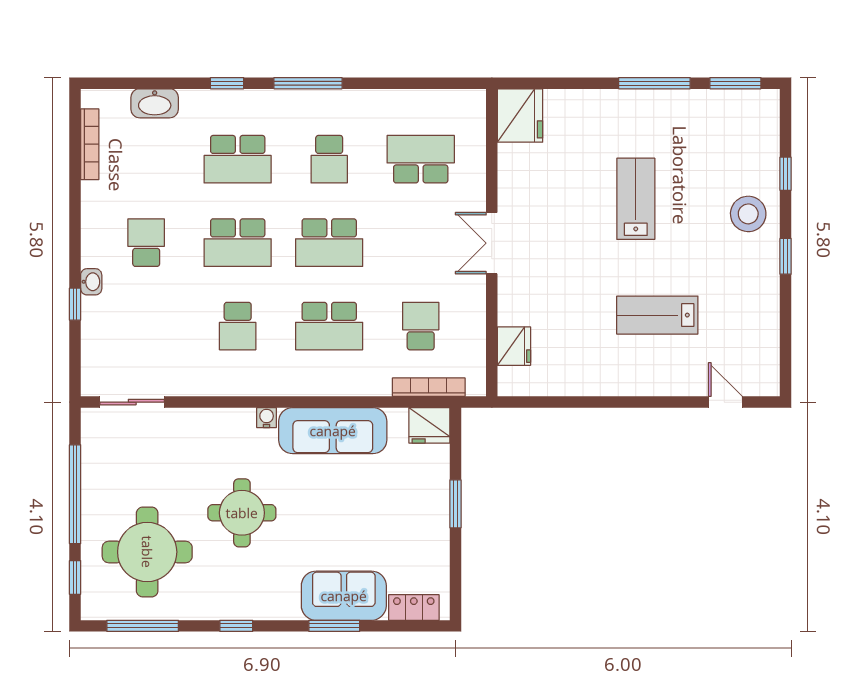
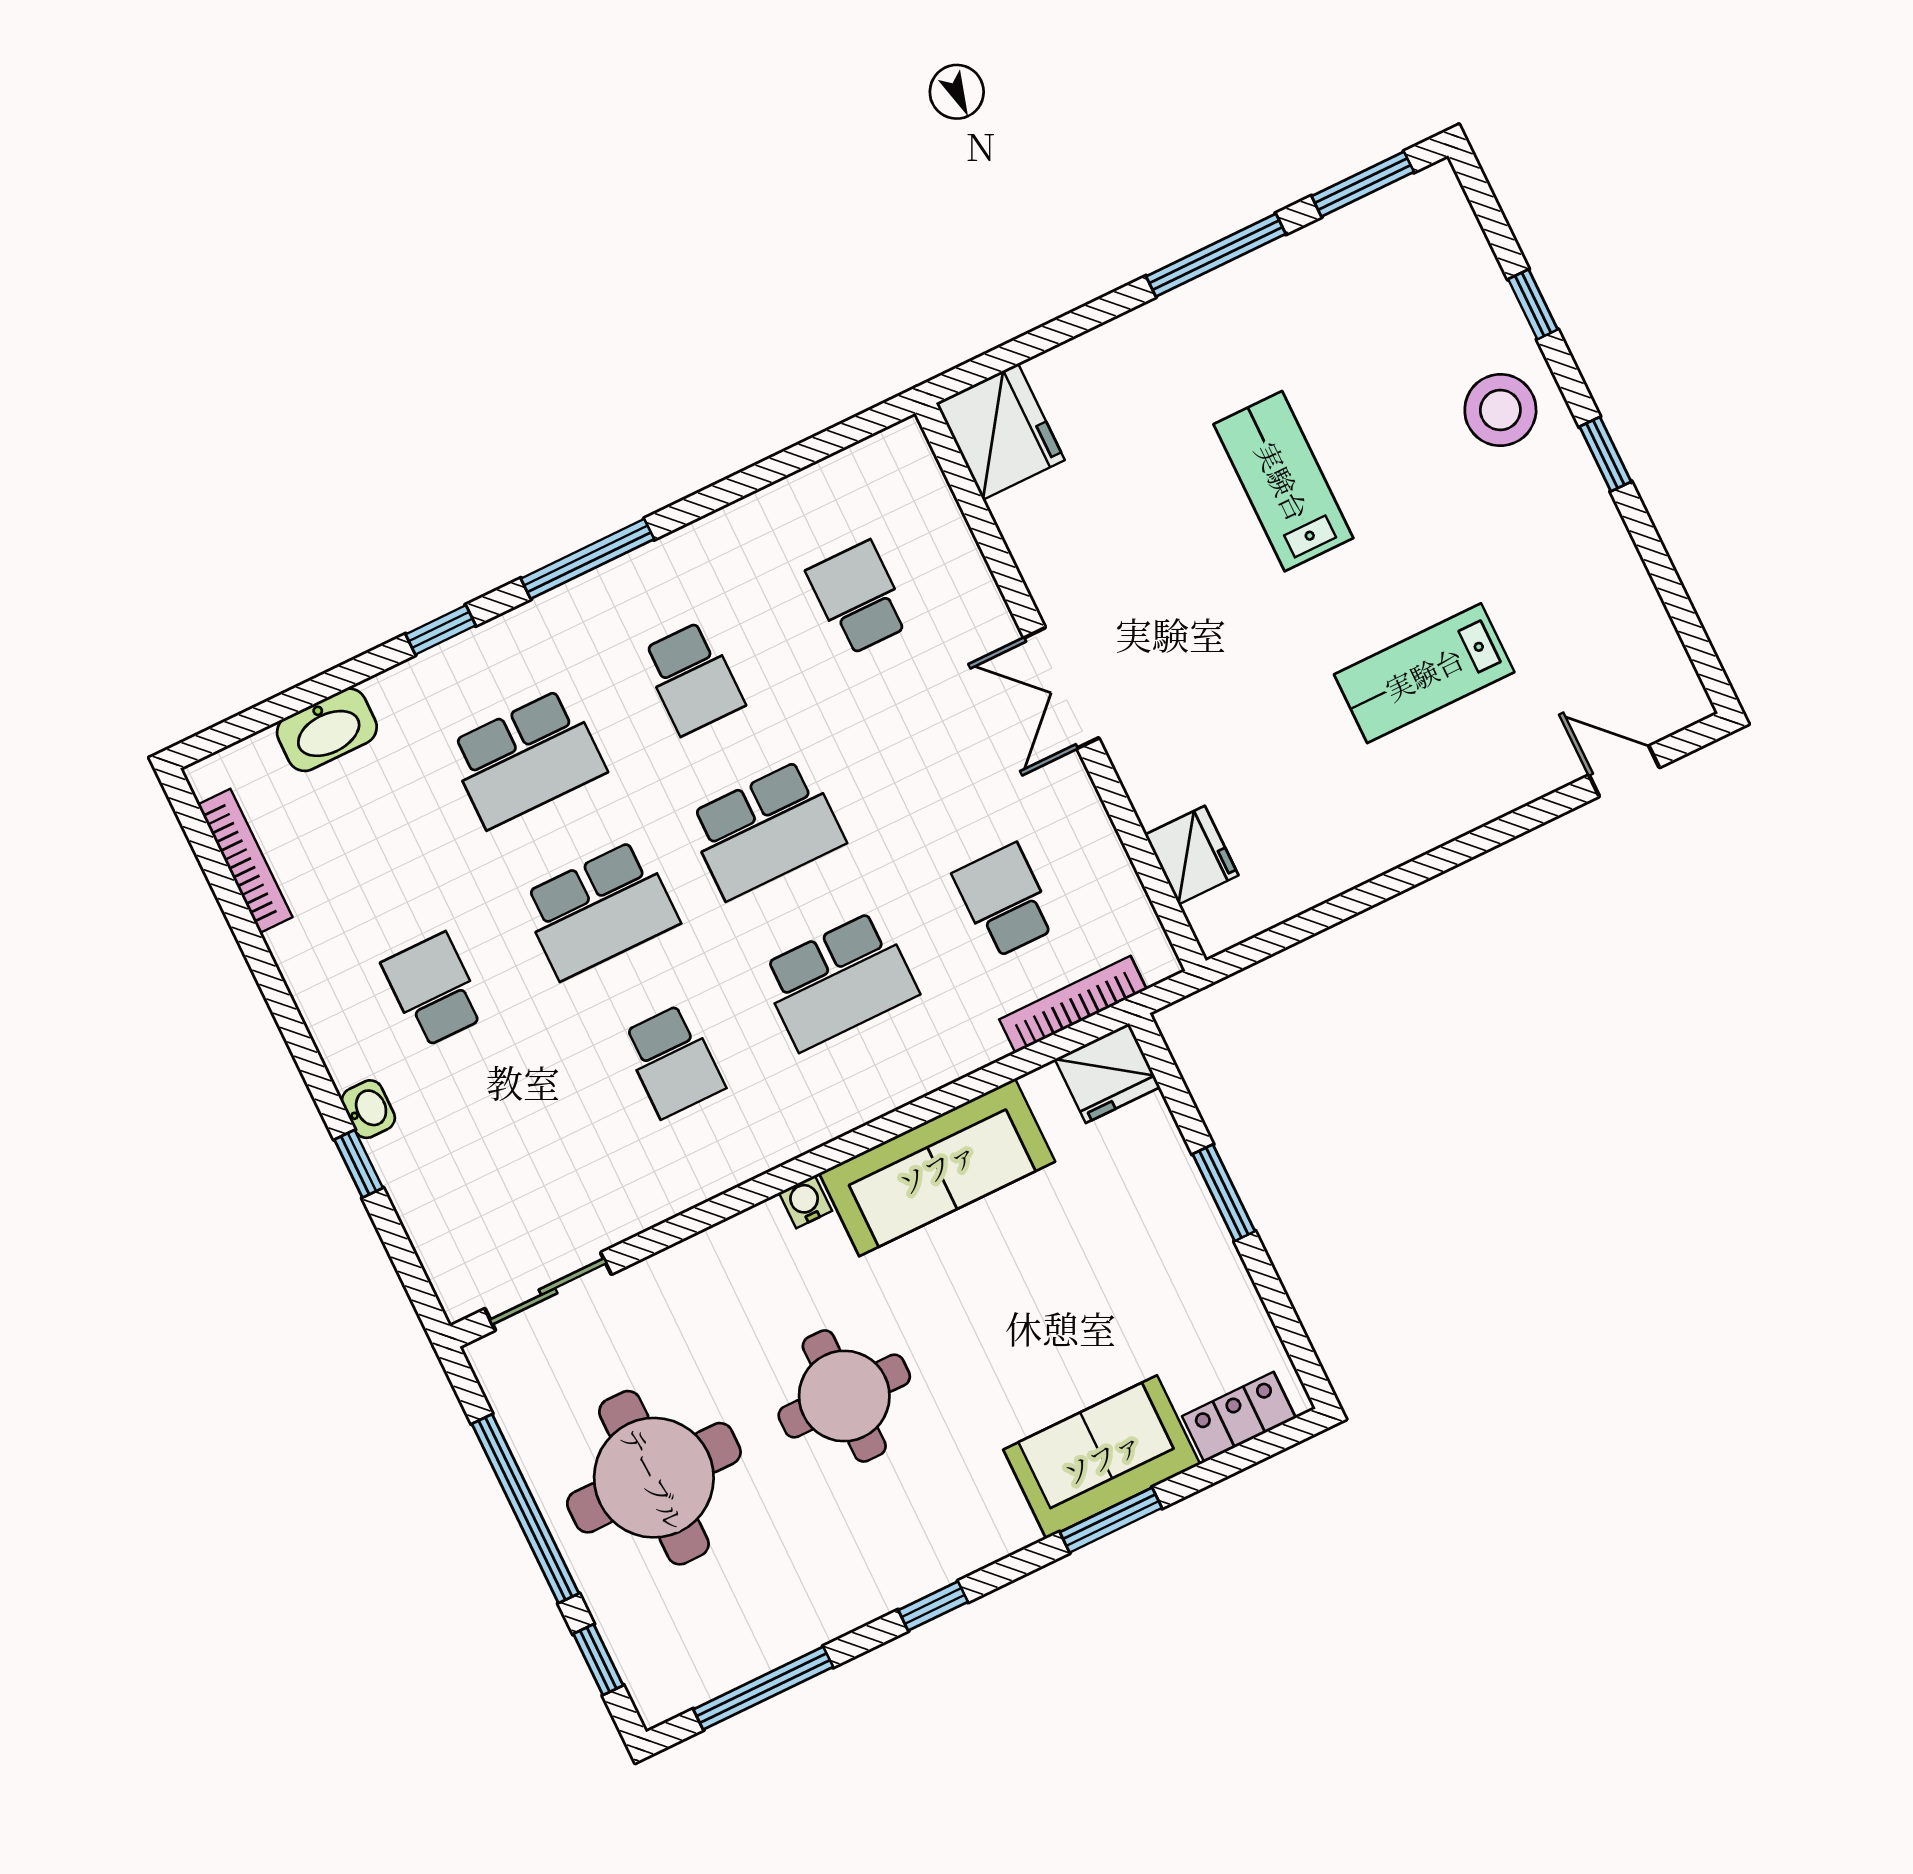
school desk: (421, 159) -> (858, 598), width x0.54
round table: (147, 552) -> (654, 1478), moved

